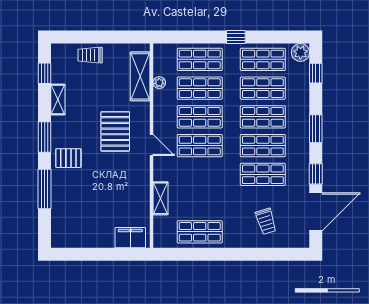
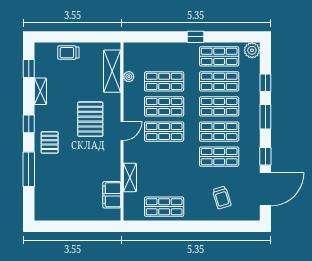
shop shelf: (200, 59) -> (164, 56), removed
window: (316, 73) -> (265, 83), moved
window: (45, 137) -> (29, 124), width x0.67
door: (151, 145) -> (122, 131), hinge flipped
pallet: (68, 158) -> (50, 142), turned 90
filing cabinet: (130, 238) -> (112, 195), moved, turned -90

